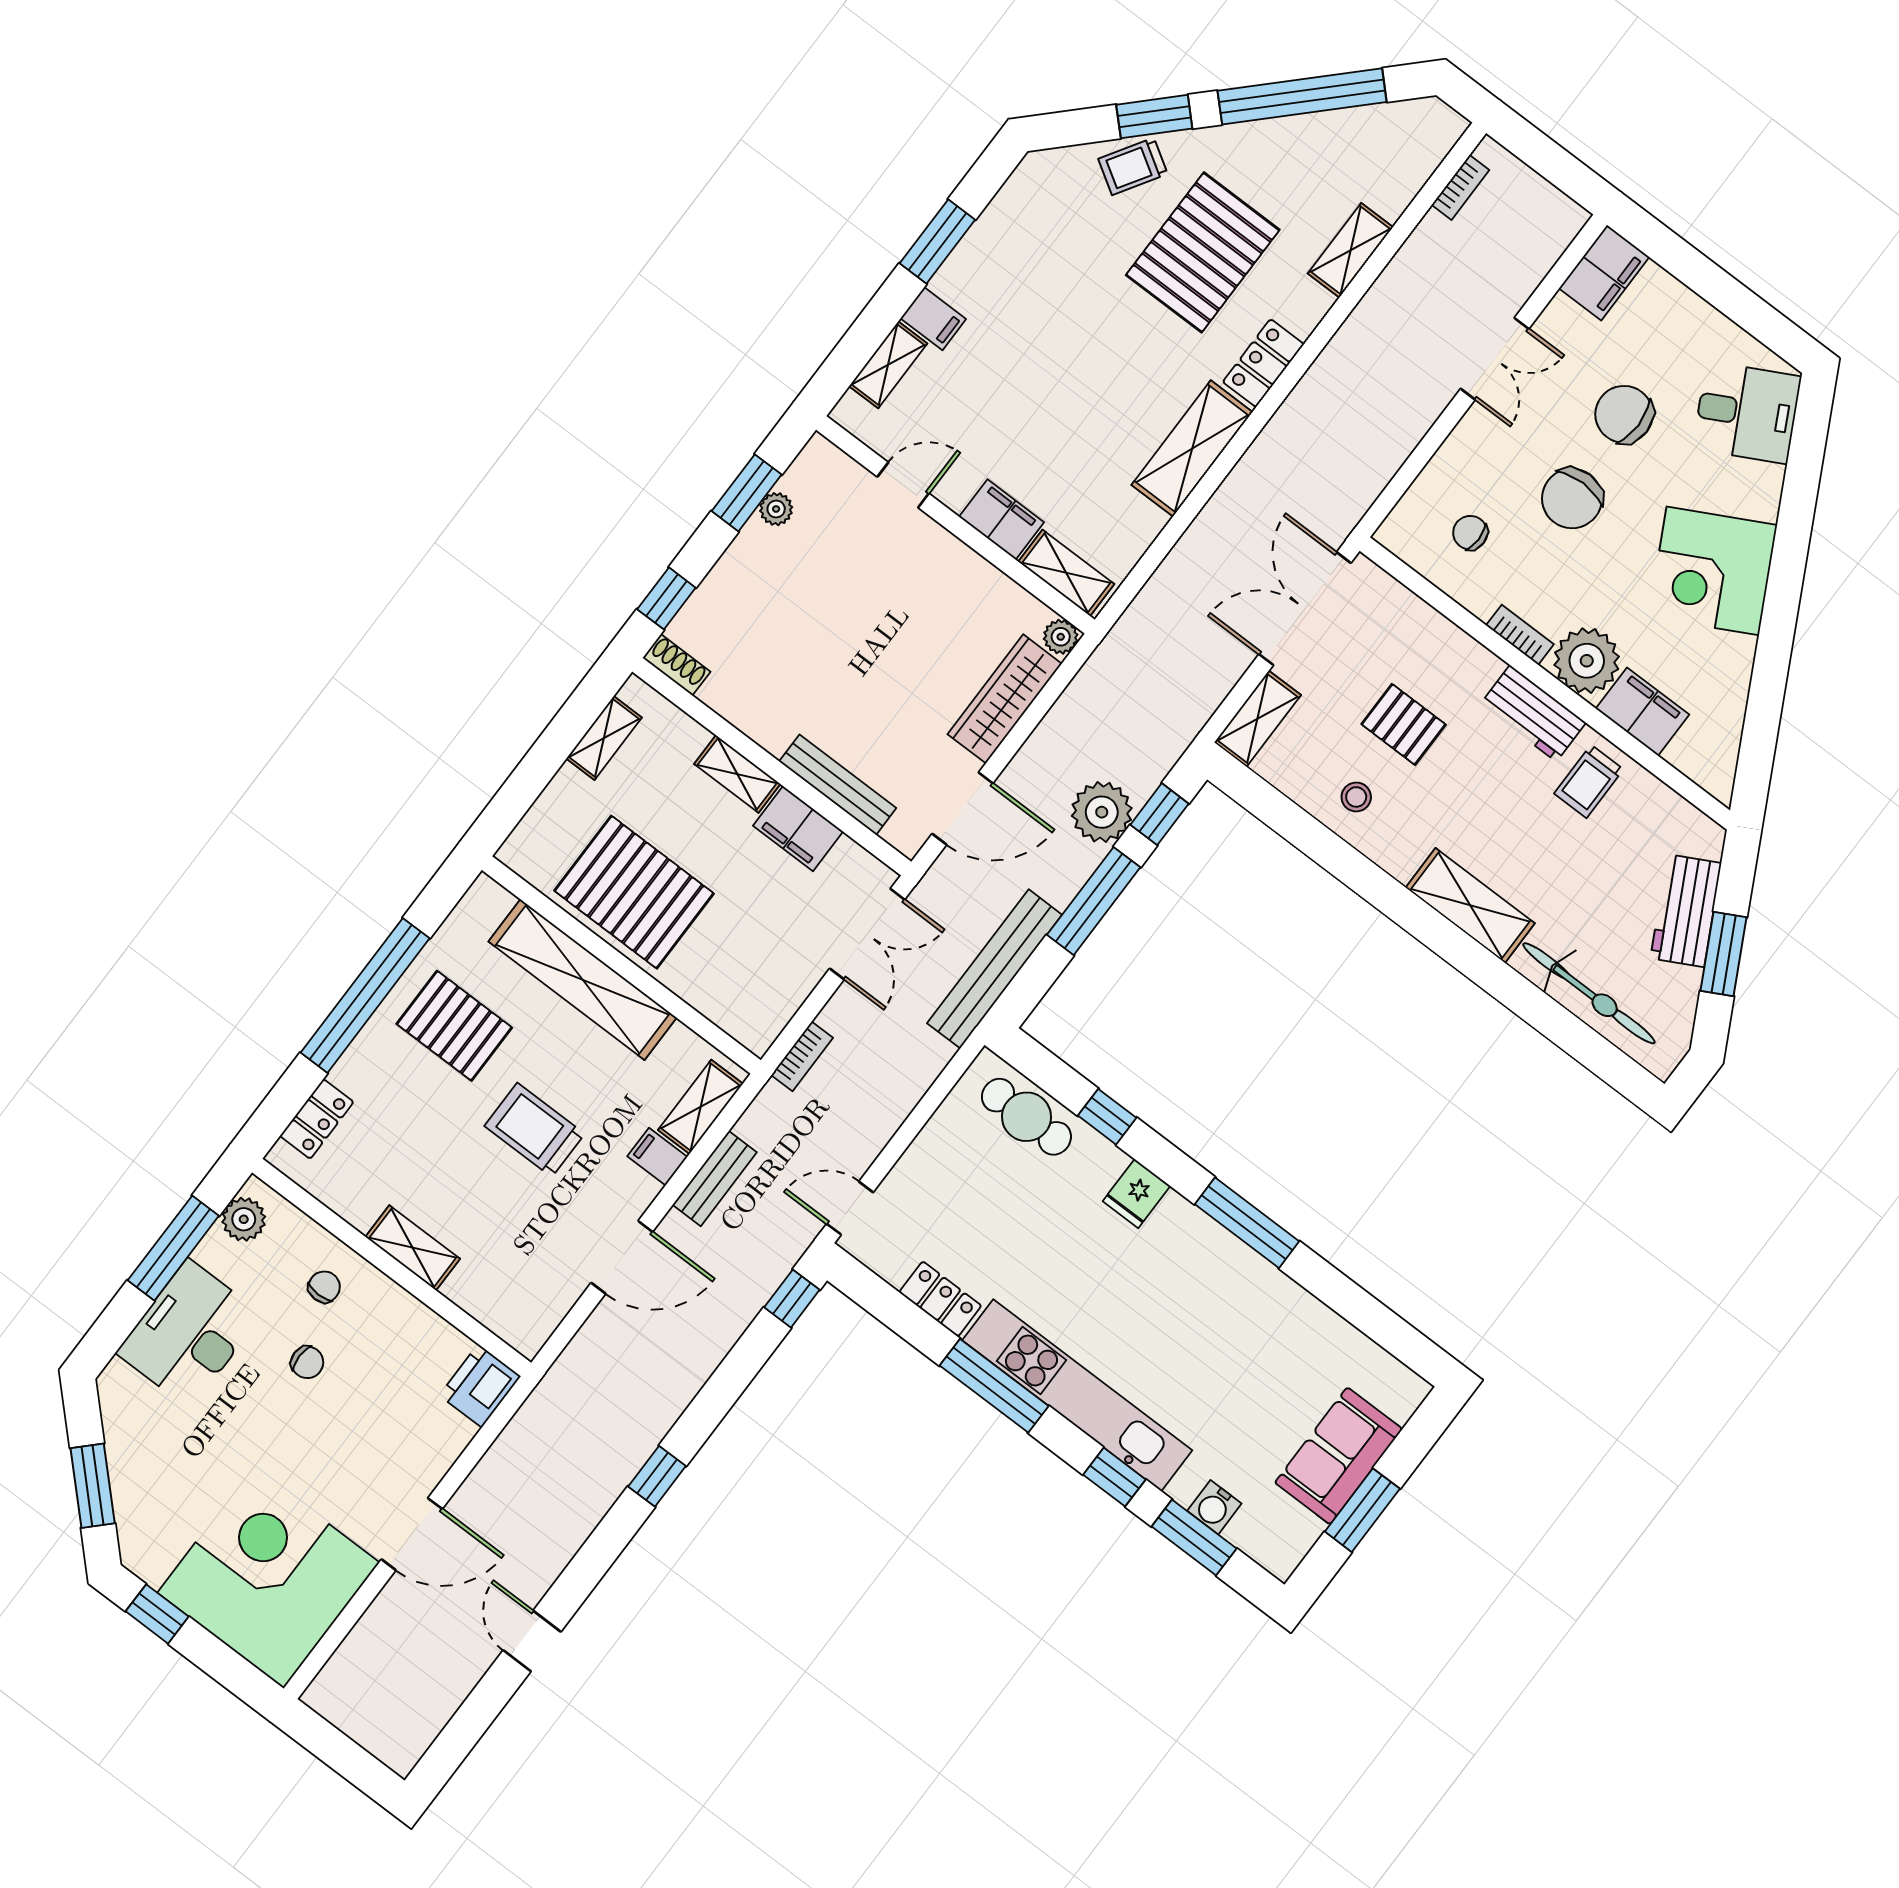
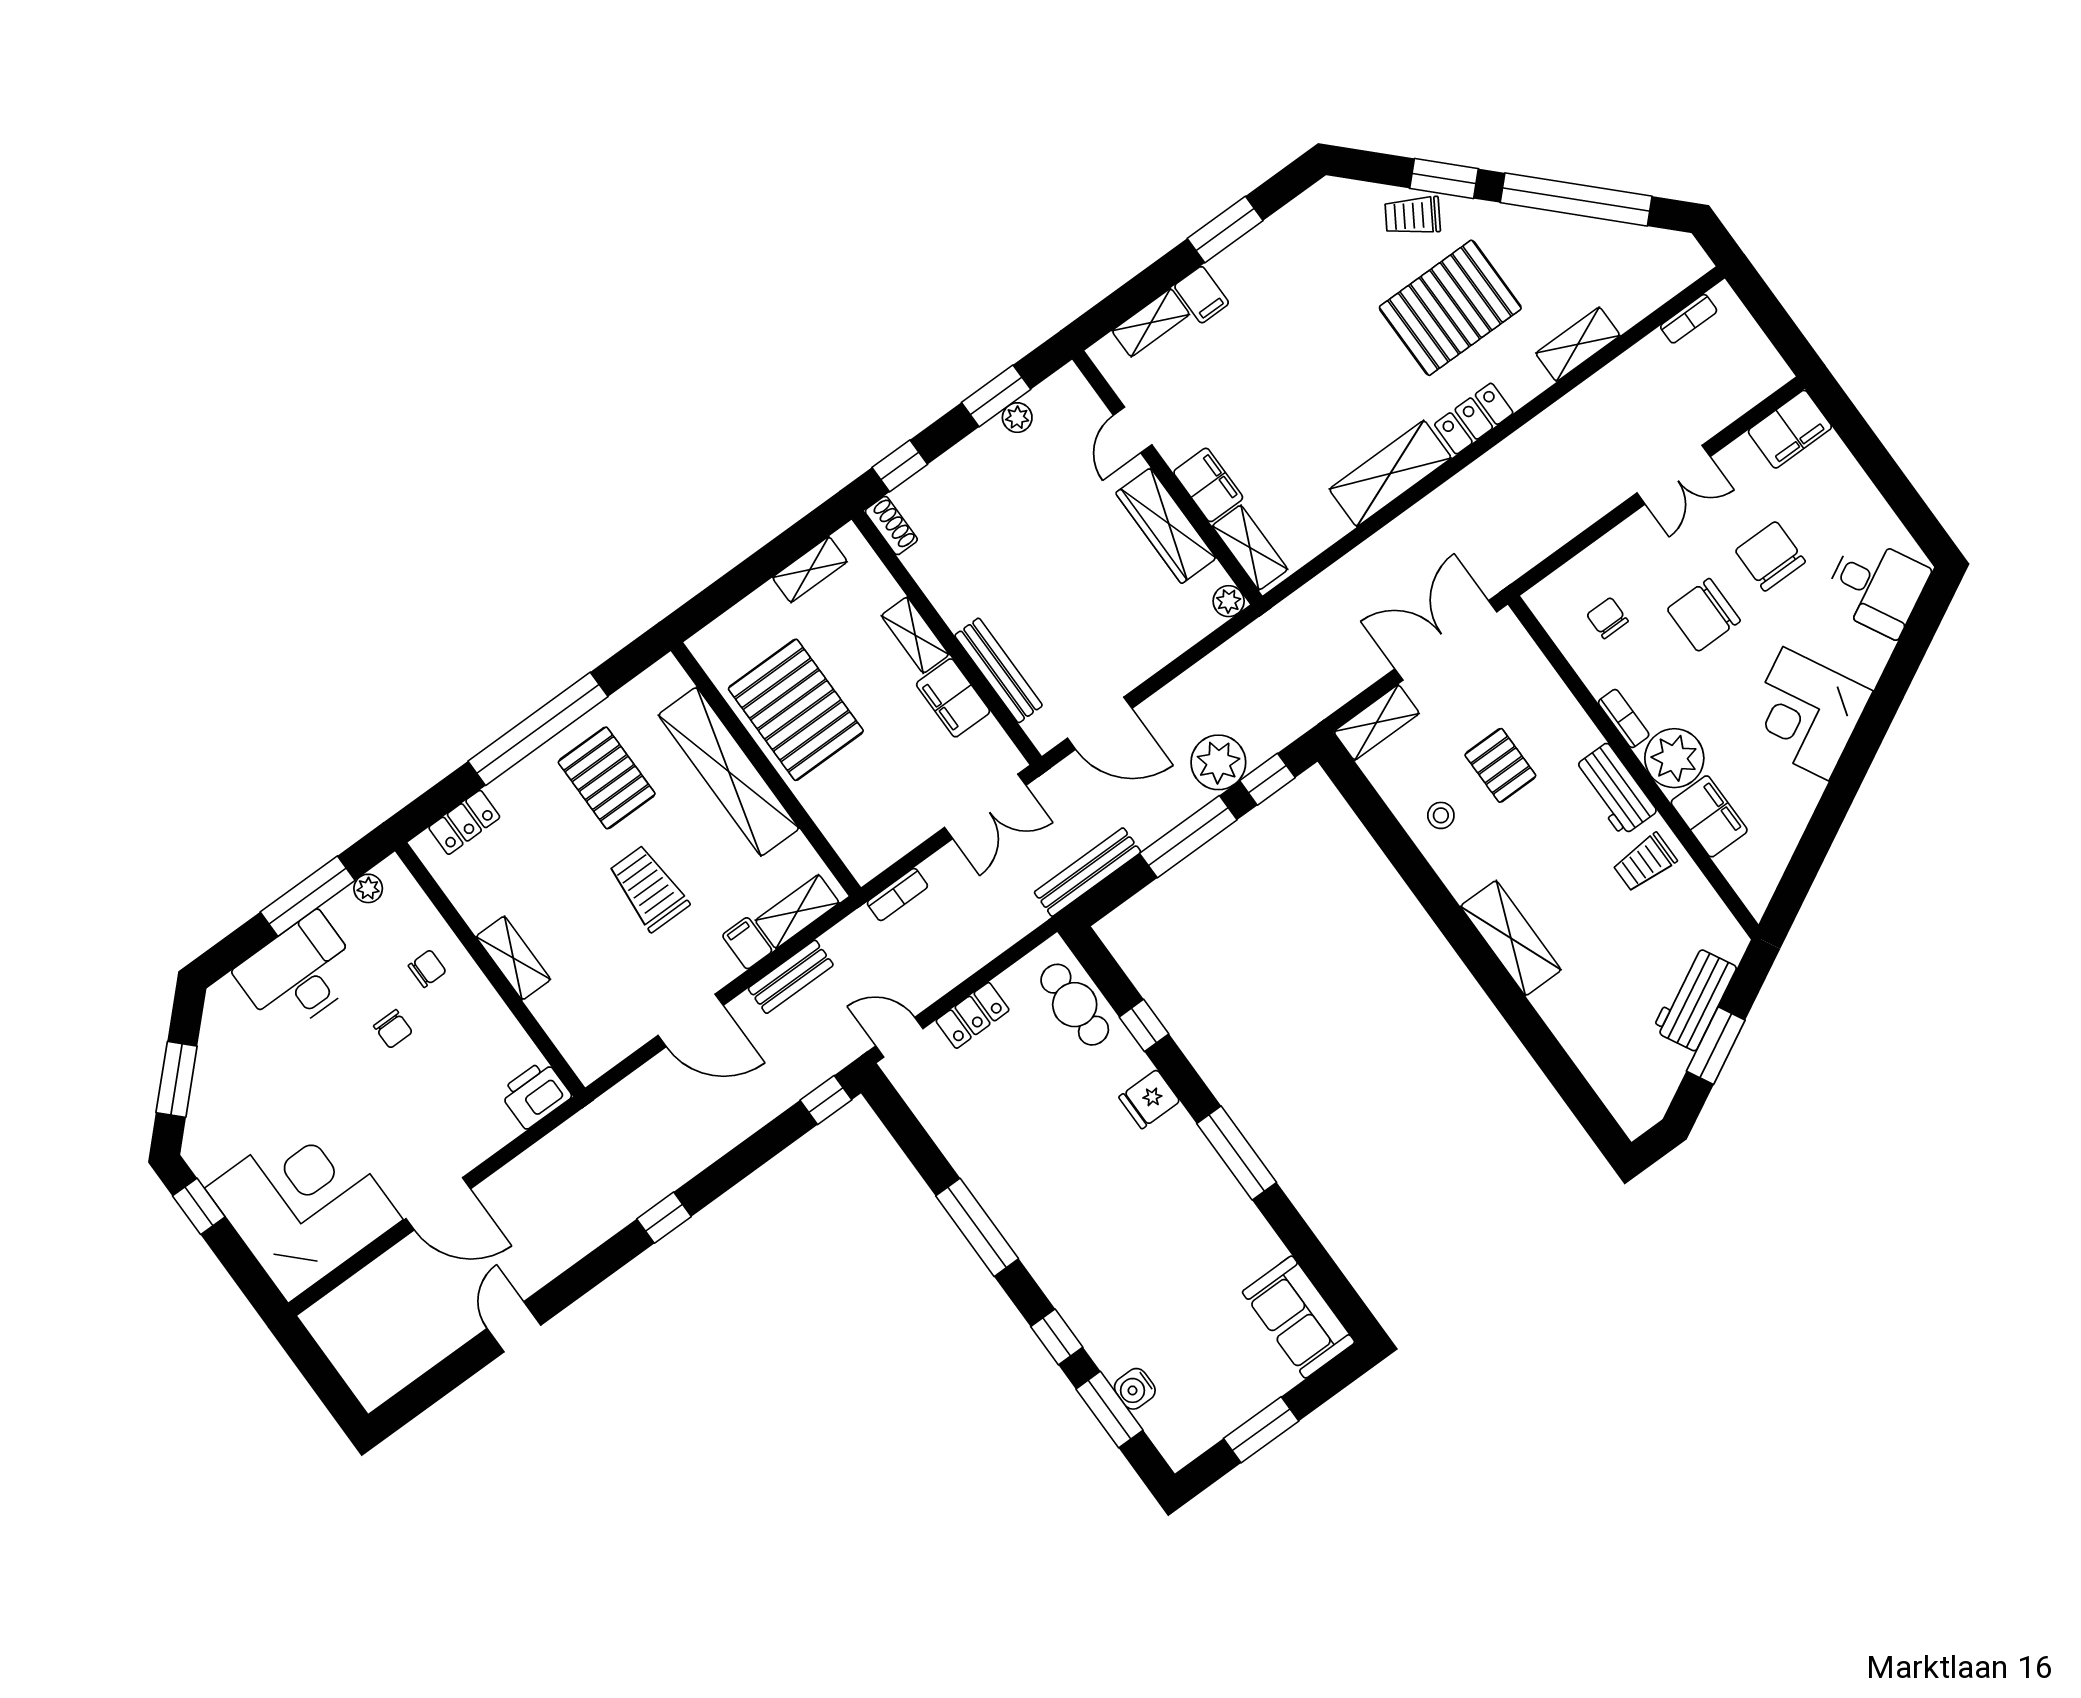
door: (903, 485) -> (1133, 430), swing flipped
wardrobe: (1005, 699) -> (1166, 526), moved, turned -90
bench: (995, 969) -> (1088, 872), width x0.73, depth x0.82
bicycle: (1589, 993) -> (1590, 1044), removed
plant: (244, 1219) -> (368, 888), width x0.73, depth x0.73
locker: (940, 1299) -> (973, 1015), moved, turned 90
kitchen unit: (1077, 1395) -> (1046, 1257), removed
sofa: (1339, 1456) -> (1299, 1317), moved, turned -90

